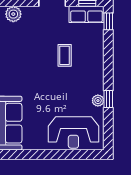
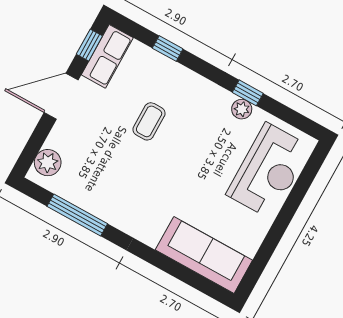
window: (108, 21) -> (168, 49), moved
coffee table: (65, 55) -> (149, 121), turned 90

